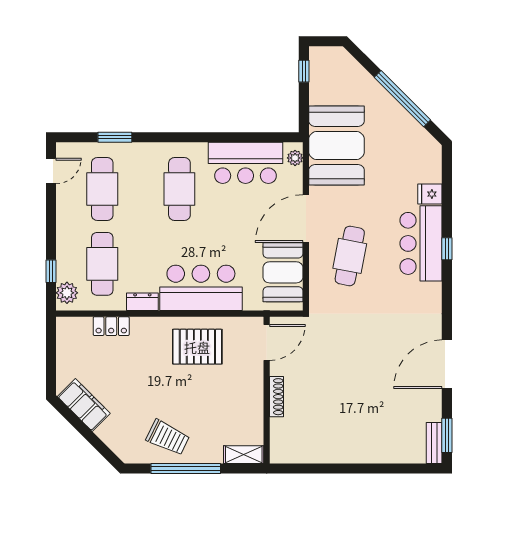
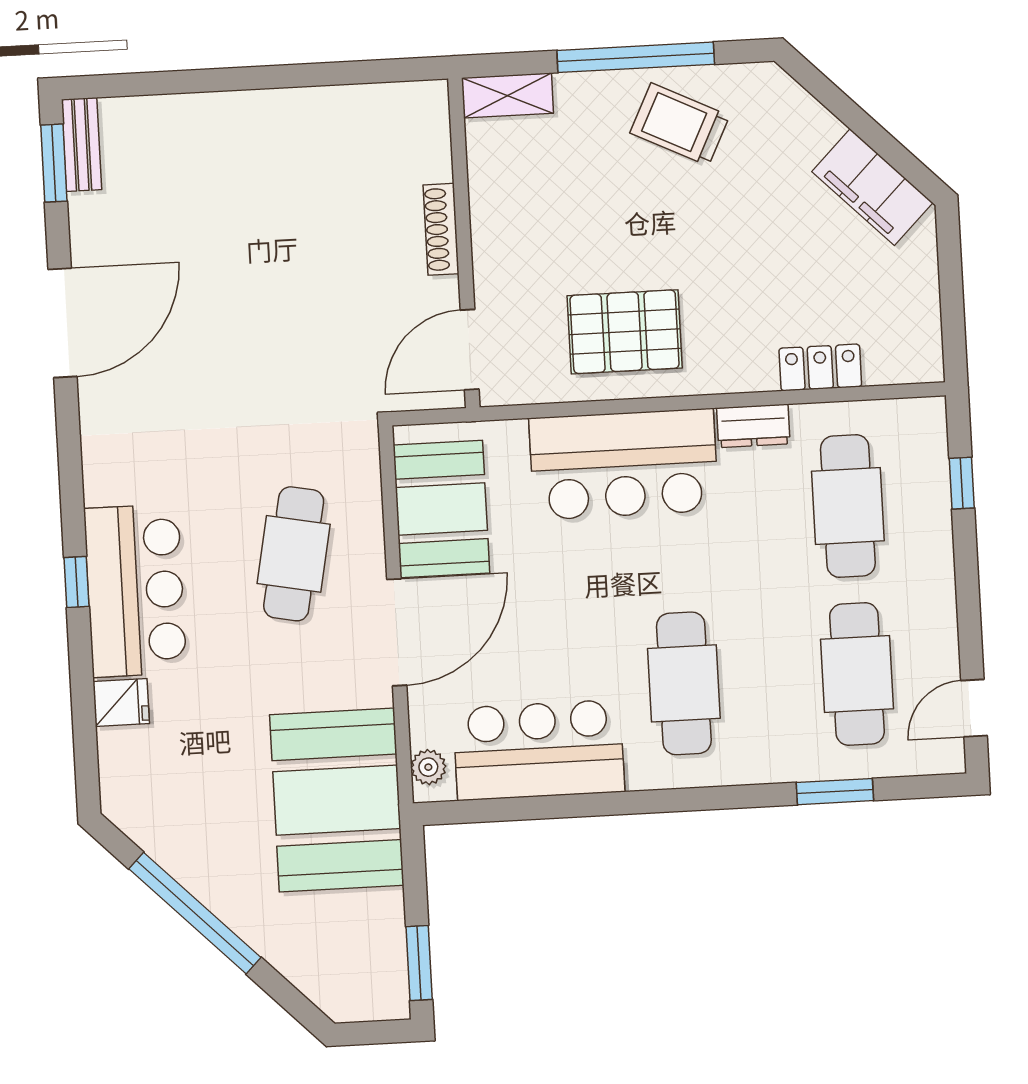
window: (304, 71) -> (419, 963), width x1.50
plant: (67, 293) -> (924, 437), removed

